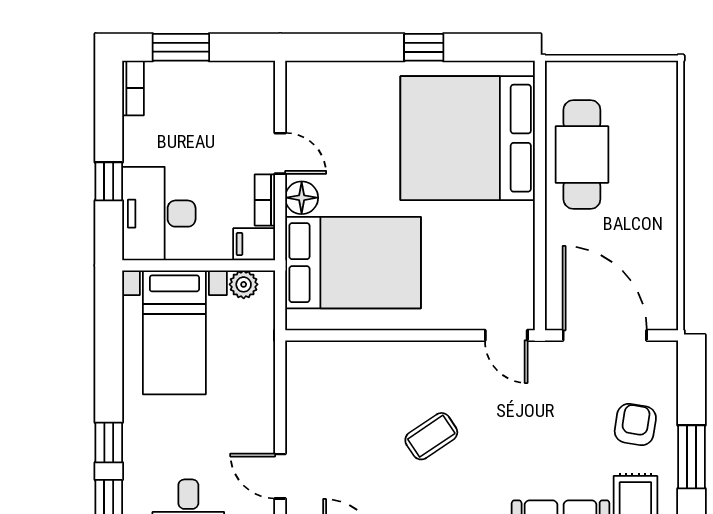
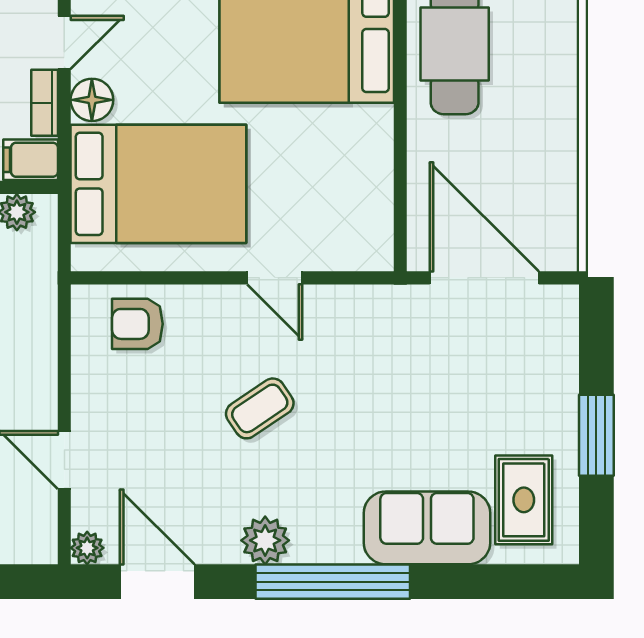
door: (280, 153) -> (64, 42), hinge flipped
door: (506, 335) -> (275, 278), moved
armchair: (635, 425) -> (137, 324), moved, turned -99

